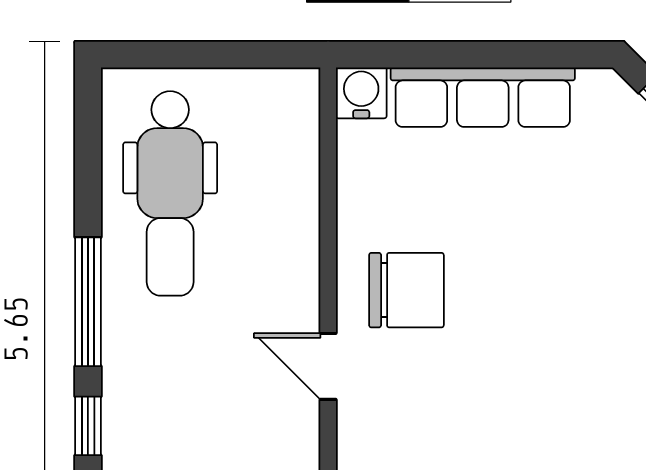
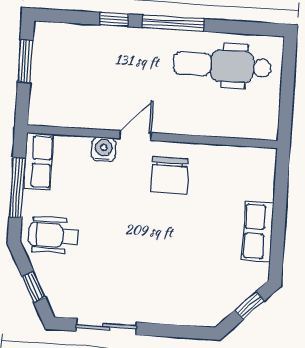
water cooler: (361, 93) -> (104, 149), moved, turned -90
row of seats: (483, 97) -> (258, 231), width x0.68

